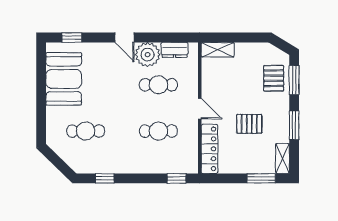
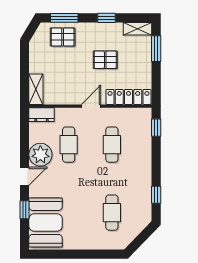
window: (72, 37) -> (25, 210), moved
dresser: (175, 50) -> (42, 115), moved, turned 90
booth: (64, 79) -> (46, 222), moved, turned 90
pallet: (249, 124) -> (105, 60), turned 90
window: (294, 125) -> (107, 18), width x0.67

